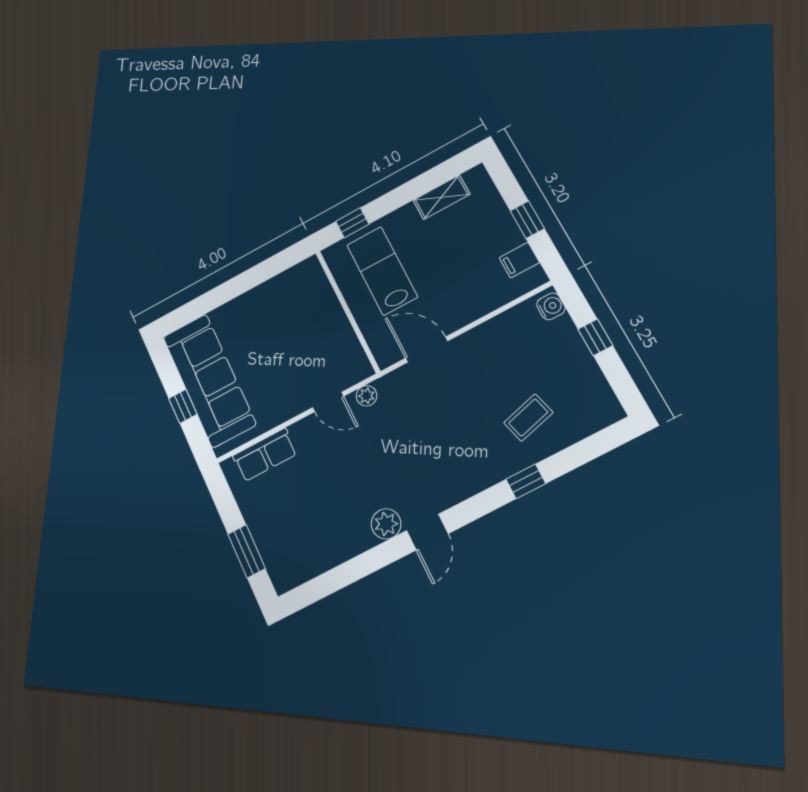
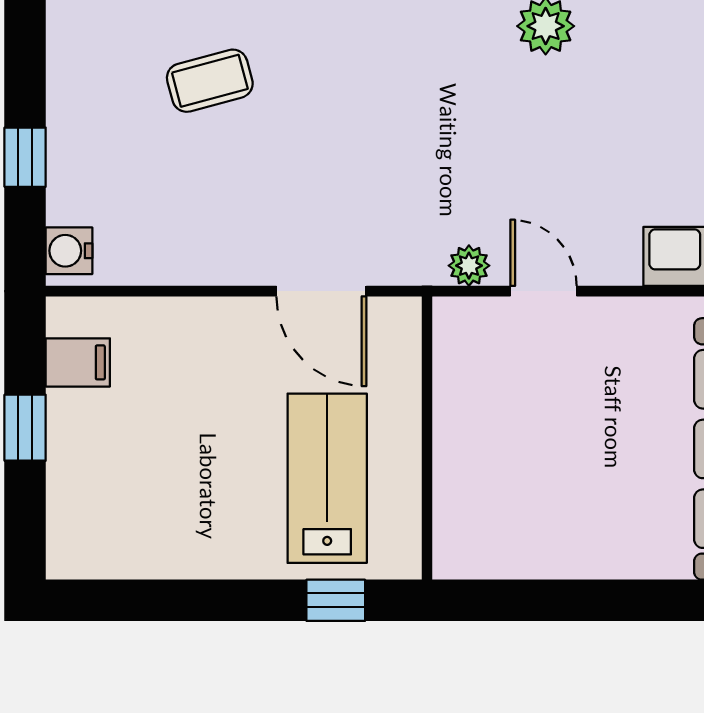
shelving: (441, 197) -> (151, 556), removed
lab bench: (382, 271) -> (327, 478), turned 180

